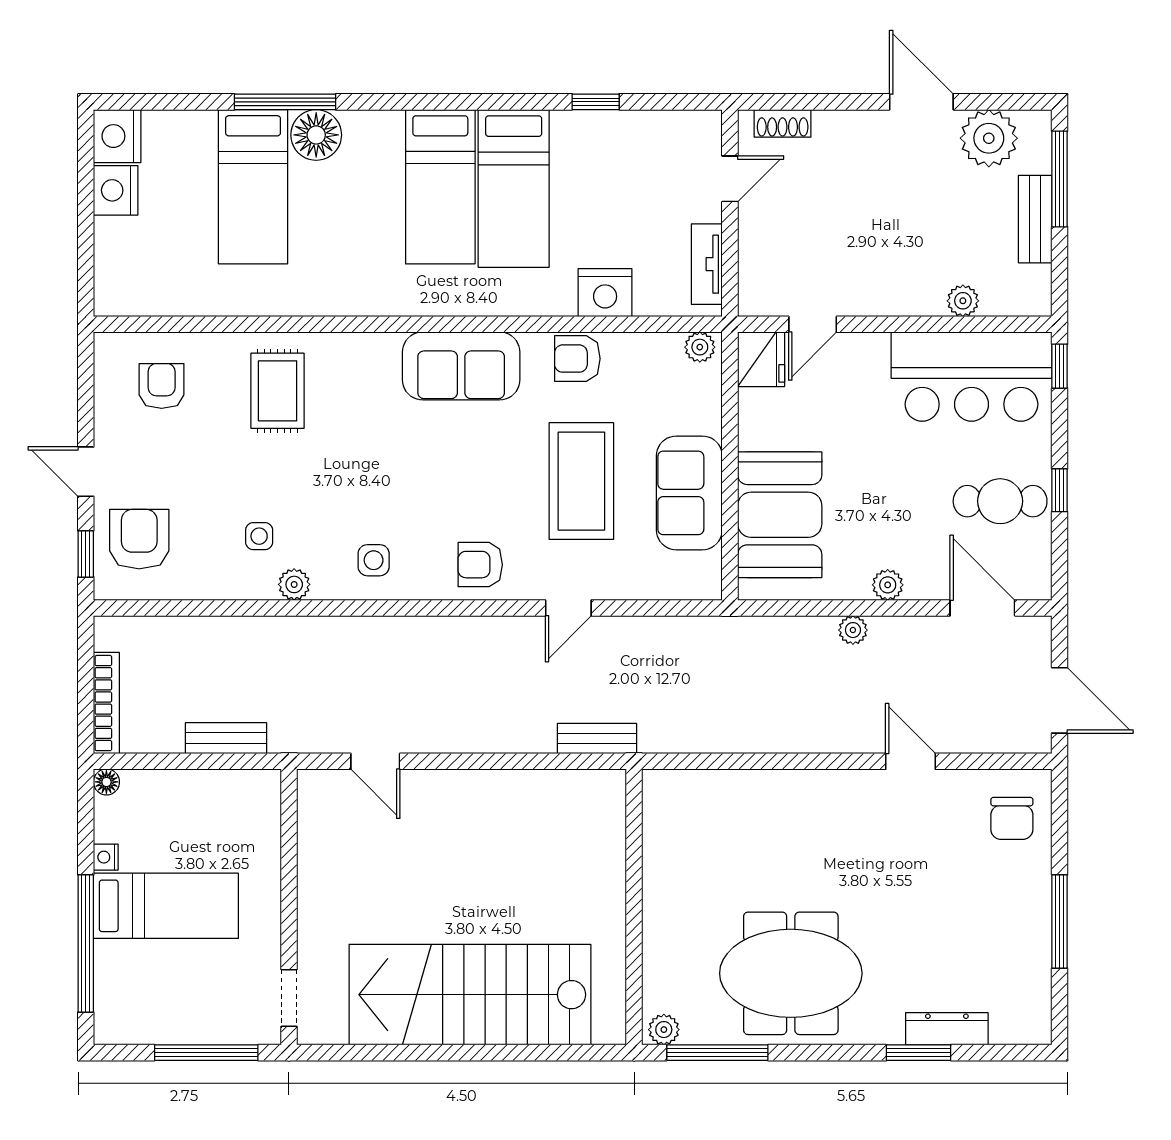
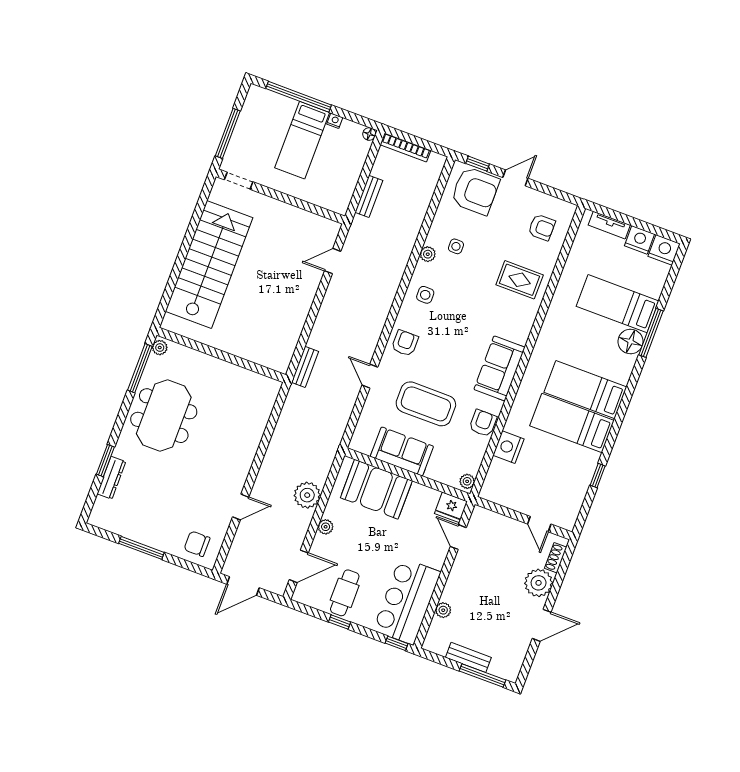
plant: (989, 138) -> (539, 583), moved
tv unit: (707, 264) -> (609, 225), moved, turned 180
armchair: (139, 539) -> (475, 191), width x1.36, depth x1.36
plant: (853, 630) -> (307, 495), width x1.88, depth x1.88

